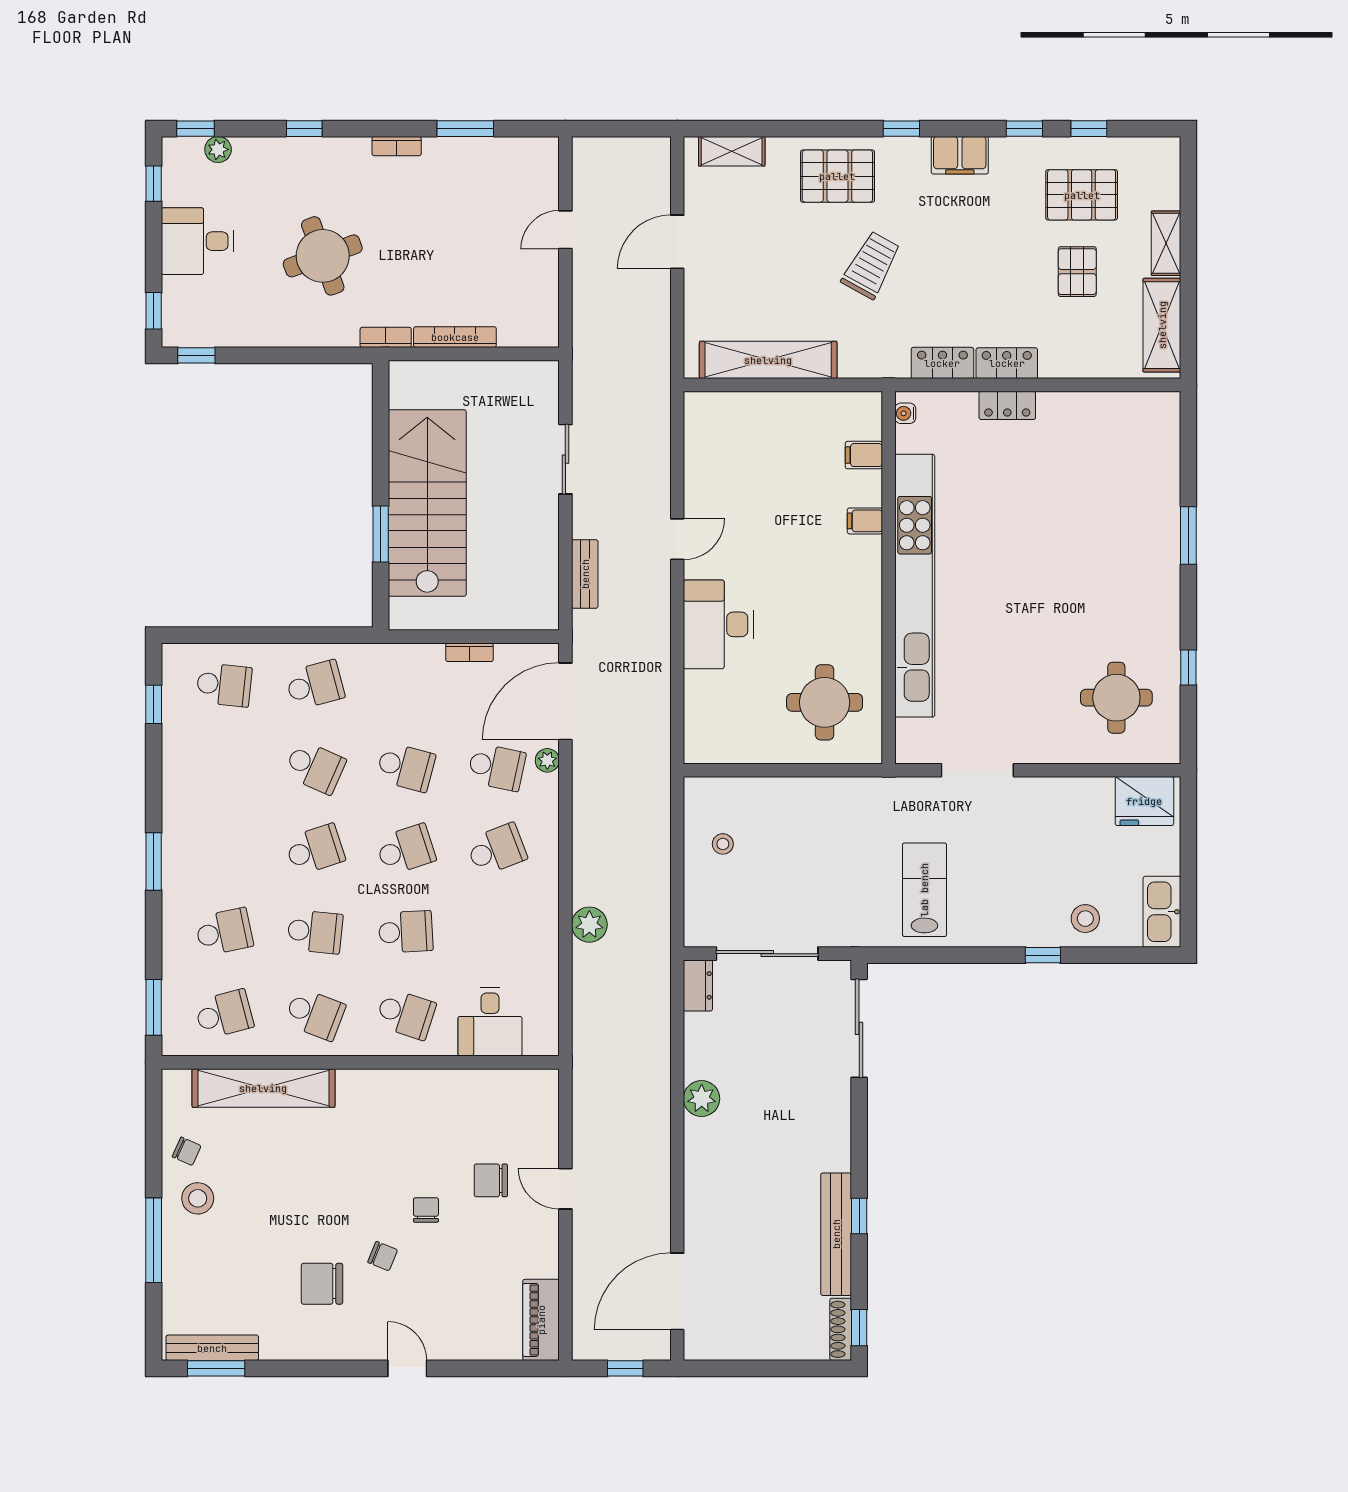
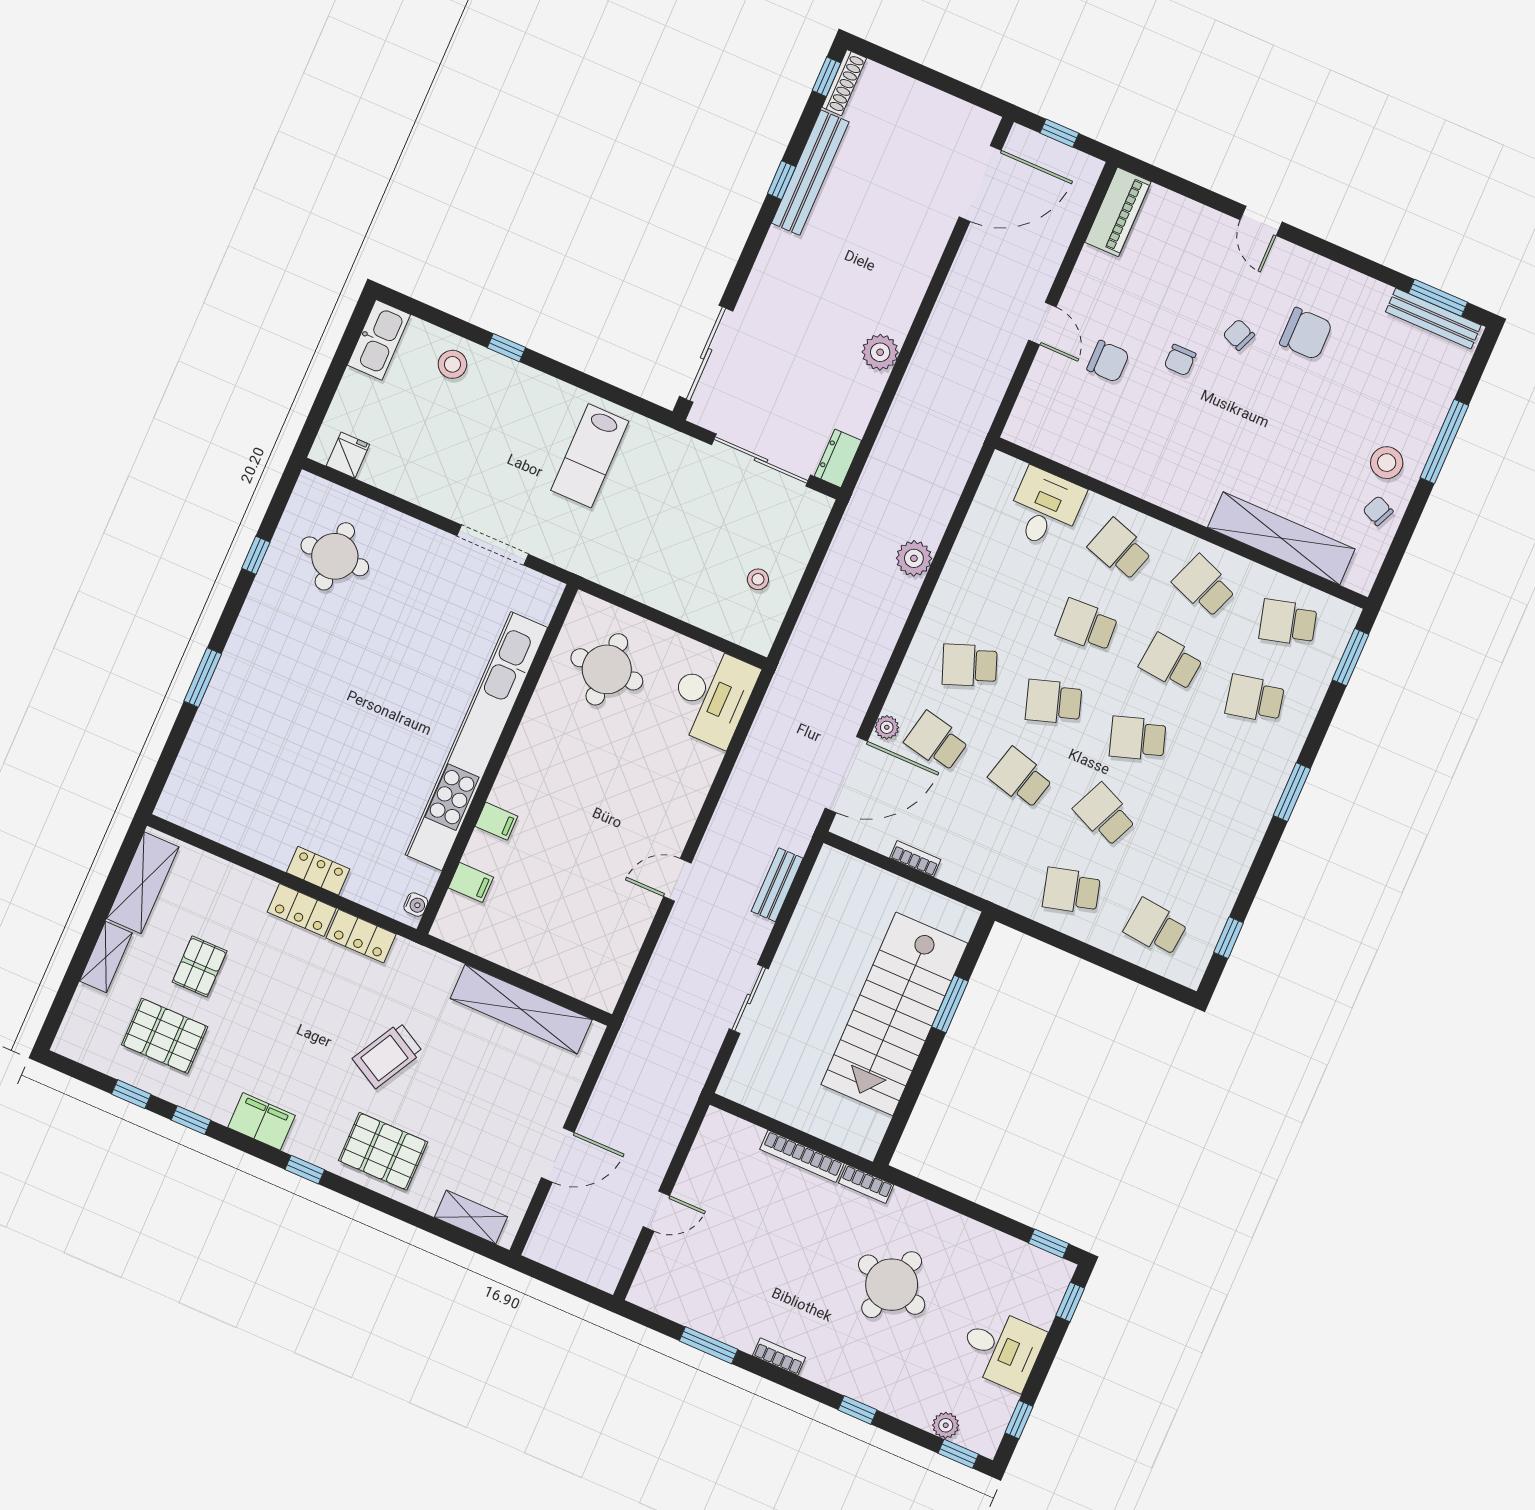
round table: (323, 256) -> (892, 1285), turned 37
desk: (718, 624) -> (712, 696), moved
fridge: (1144, 801) -> (348, 455), width x0.53, depth x0.75

